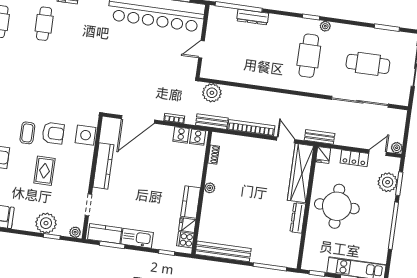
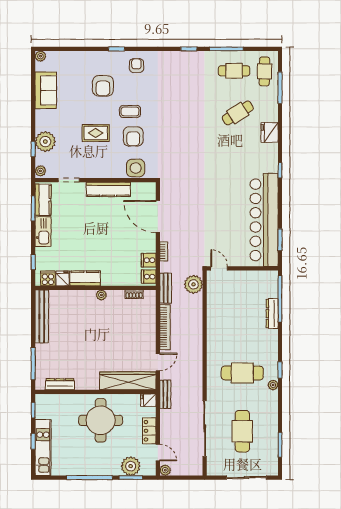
cafe table: (44, 24) -> (238, 113), turned -32
door: (201, 49) -> (219, 268), moved
dresser: (298, 218) -> (60, 384), moved

